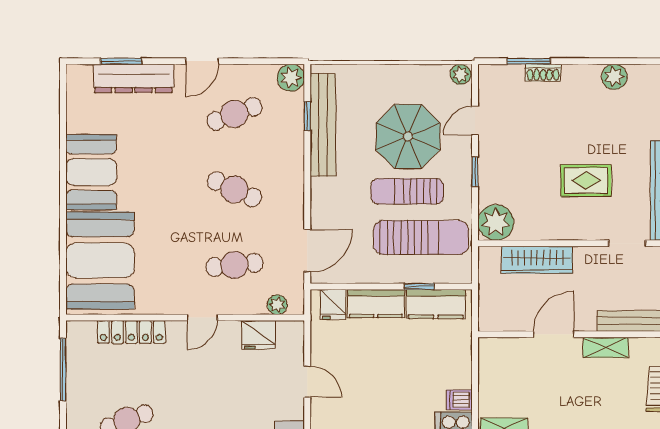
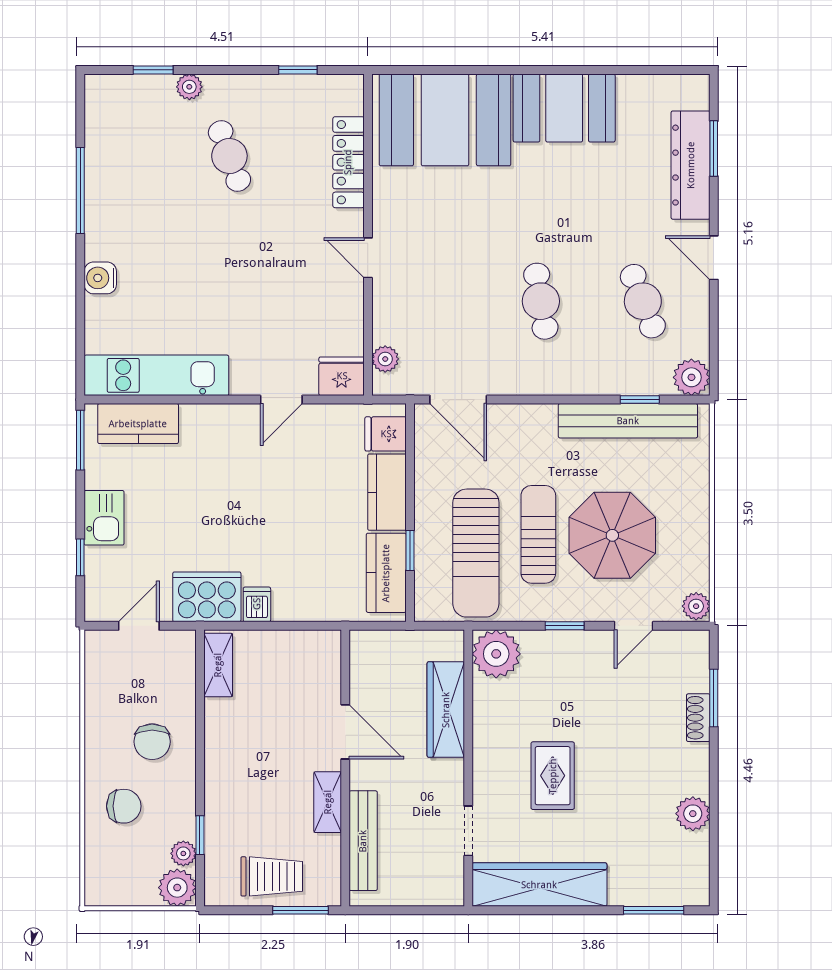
door: (475, 121) -> (634, 626), swing flipped
cafe table: (234, 189) -> (541, 301), turned -33
cafe table: (234, 265) -> (439, 301), removed
fridge: (259, 335) -> (342, 376), moved, turned 90
window: (63, 369) -> (298, 70), width x0.46

